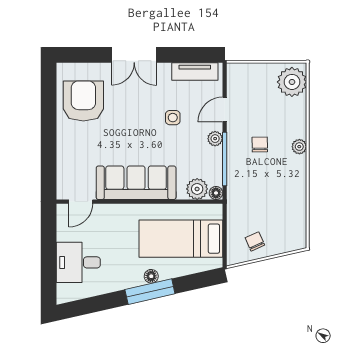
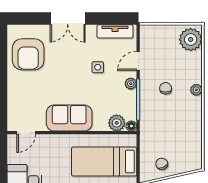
armchair: (83, 101) -> (28, 54), turned 180
sofa: (136, 183) -> (69, 118), width x0.73

